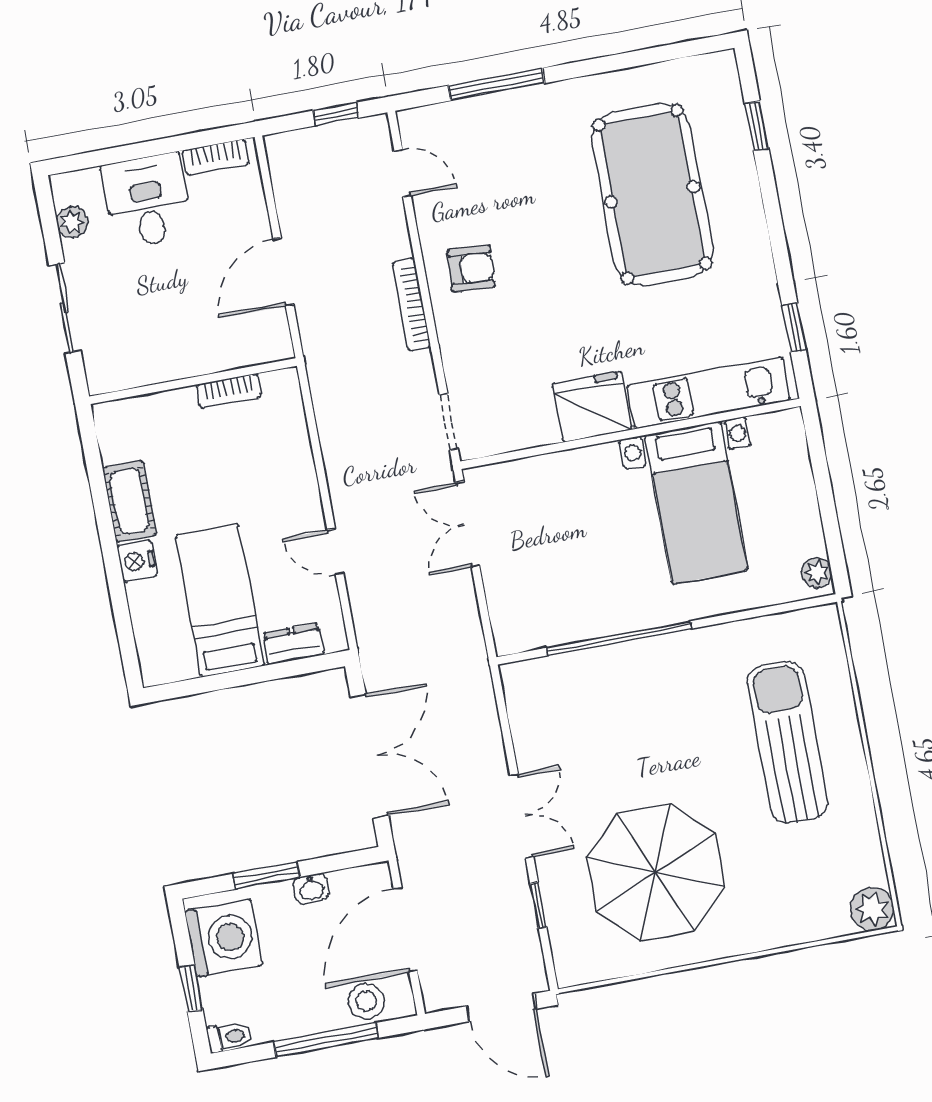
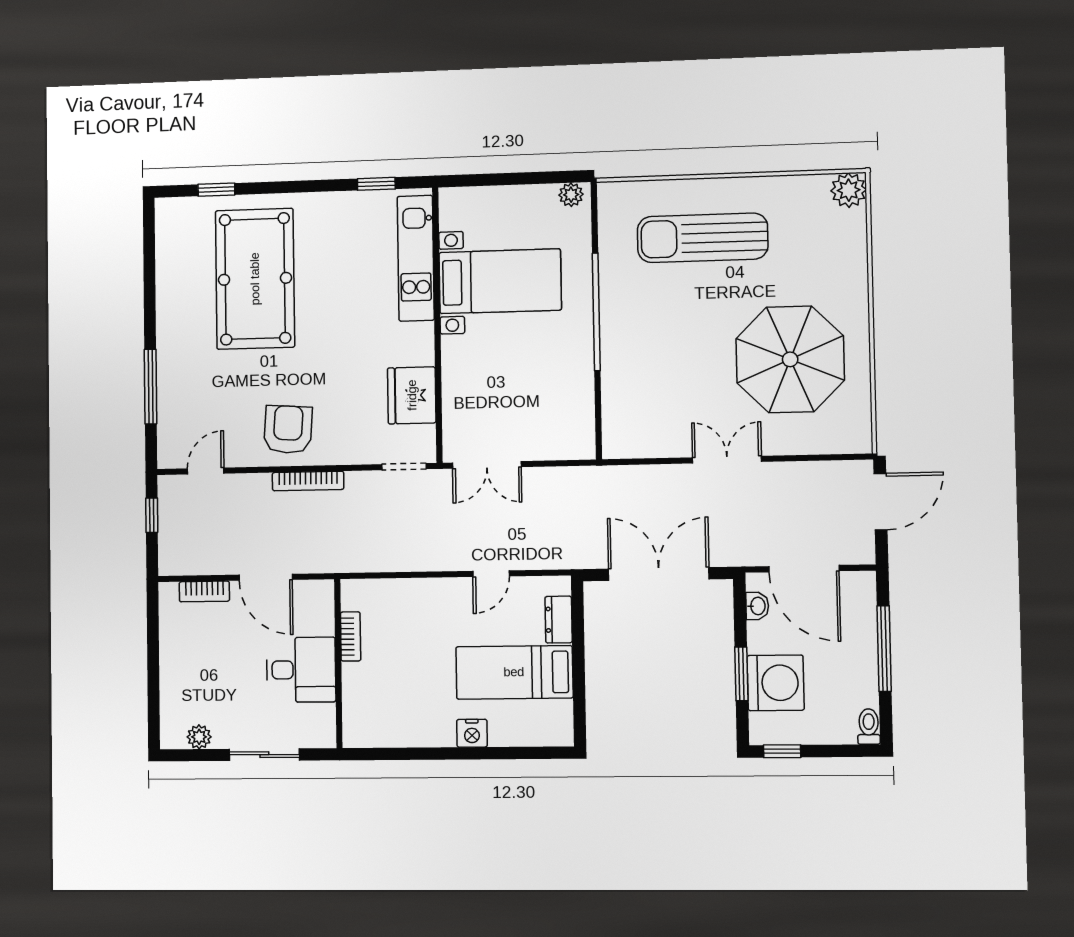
bookcase: (216, 157) -> (204, 591), moved, turned 90
pool table: (652, 194) -> (255, 279), turned 90
desk: (147, 201) -> (301, 670), moved, turned 180
armchair: (471, 269) -> (288, 430), width x1.38, depth x1.38
fridge: (592, 407) -> (412, 395), moved
cot: (130, 501) -> (424, 731), removed
window: (619, 638) -> (596, 312), moved
washbasin: (311, 889) -> (757, 606), moved
window: (538, 905) -> (802, 458), removed
washing machine: (224, 938) -> (776, 683), moved, turned 90
window: (191, 988) -> (782, 751), moved
stool: (366, 1001) -> (857, 610), removed

